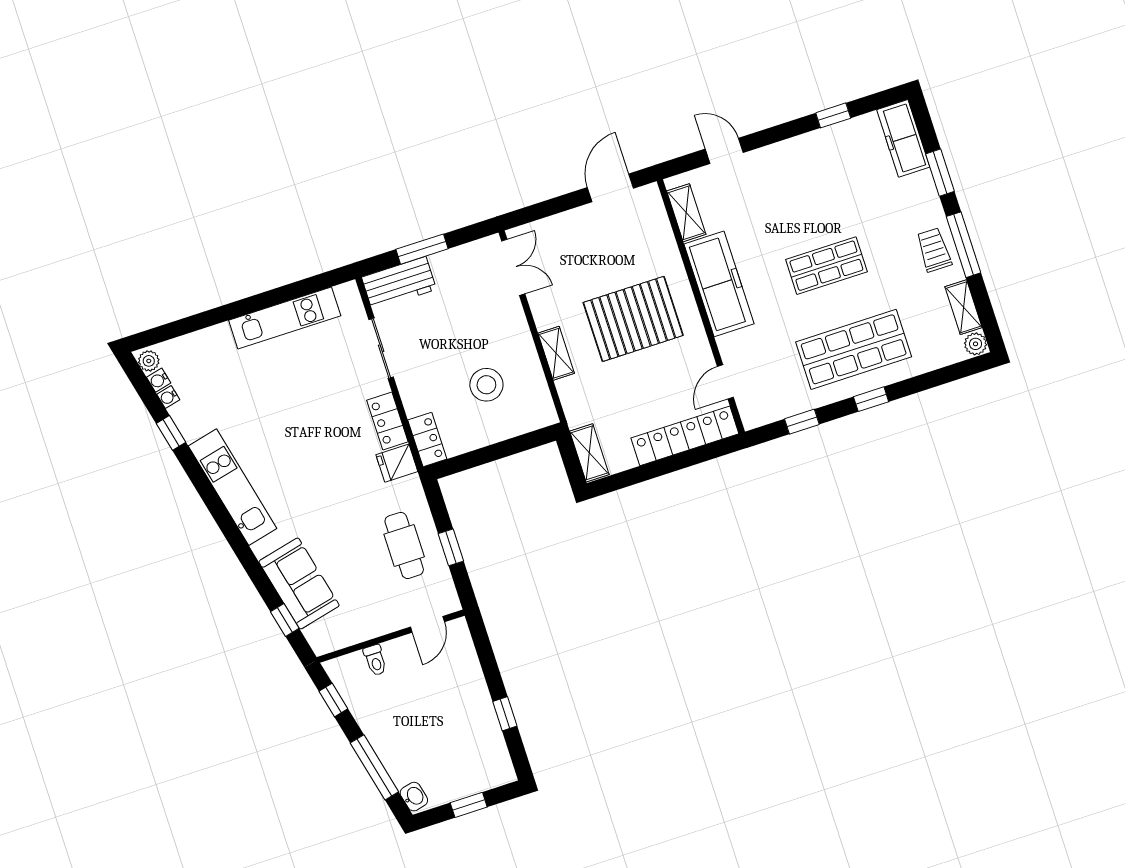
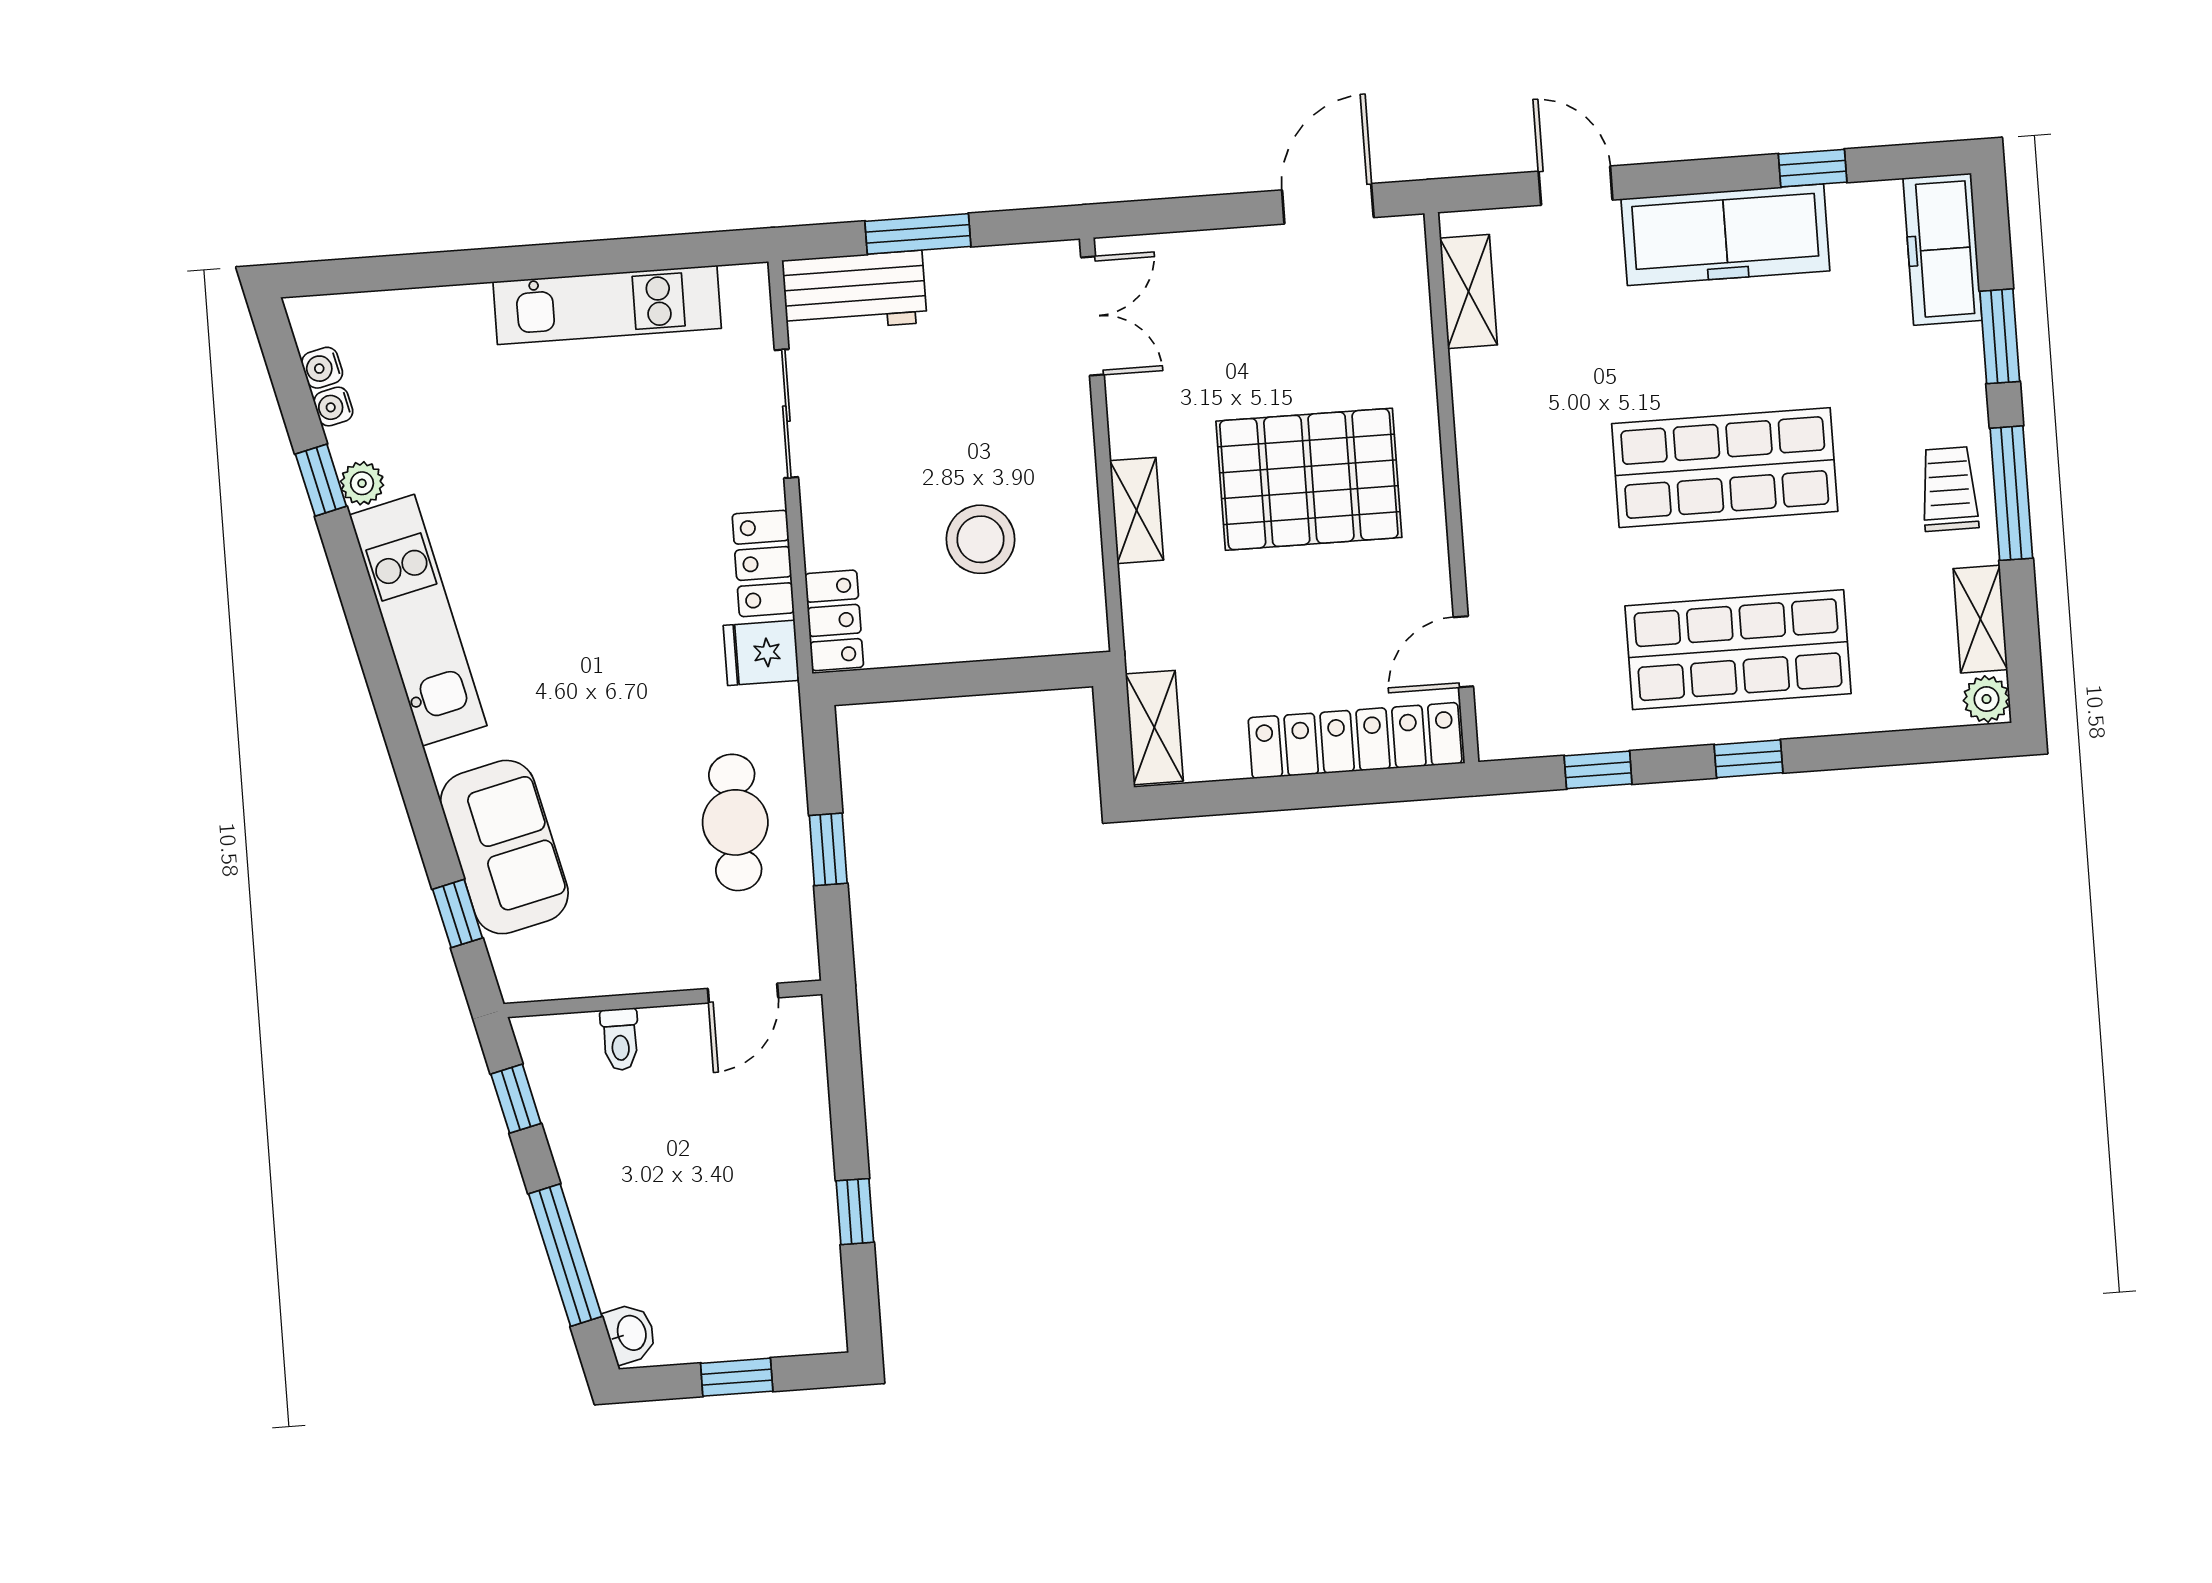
shop shelf: (826, 266) -> (1725, 468), width x1.43, depth x1.36
freezer: (719, 284) -> (1725, 235), moved, turned 90
plant: (149, 361) -> (362, 483), moved

